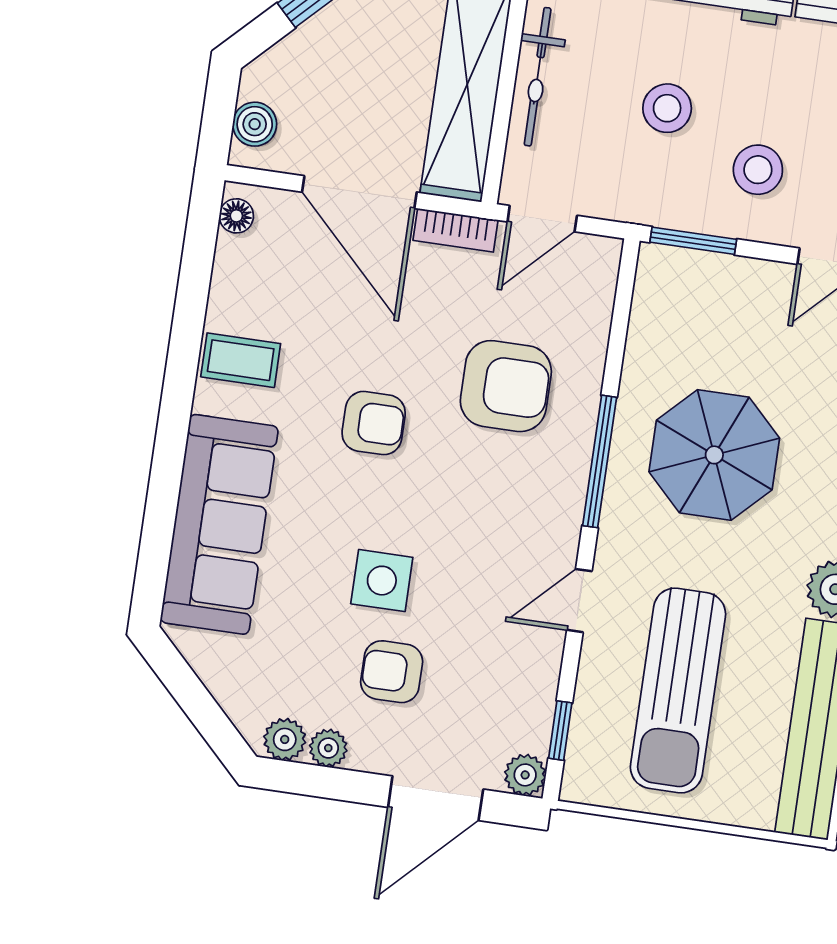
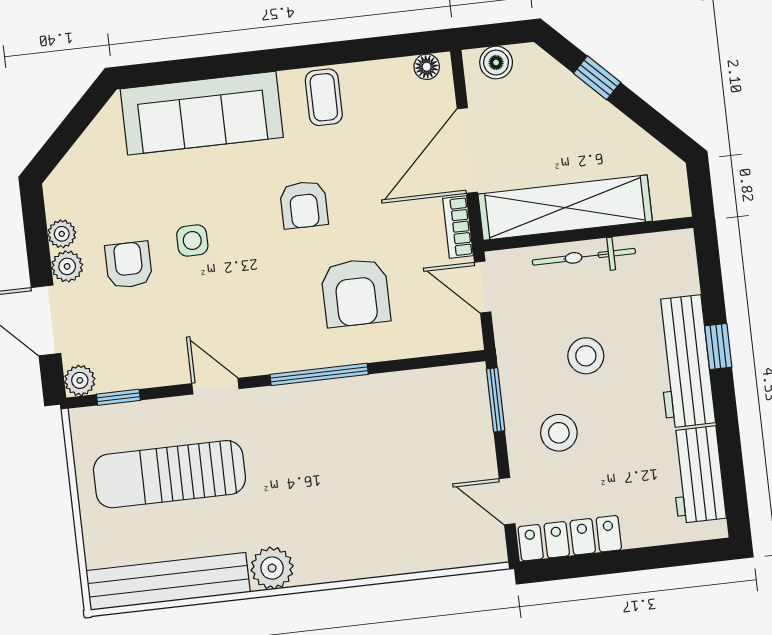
parasol: (714, 455) -> (346, 456), removed
side table: (382, 581) -> (192, 241), width x0.73, depth x0.73
plant: (285, 739) -> (67, 266), moved

